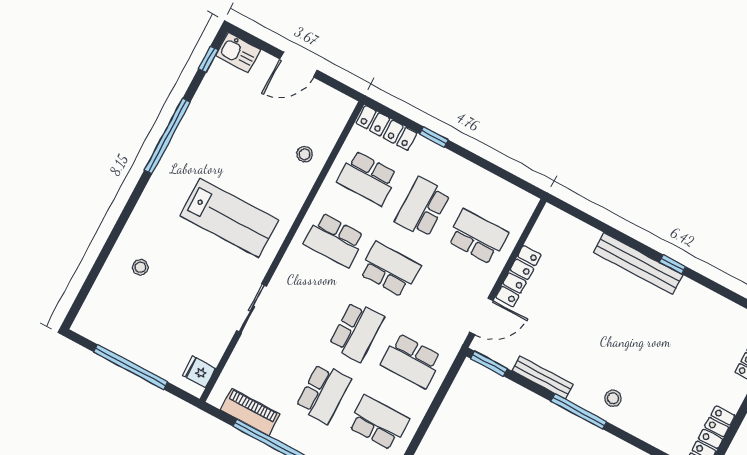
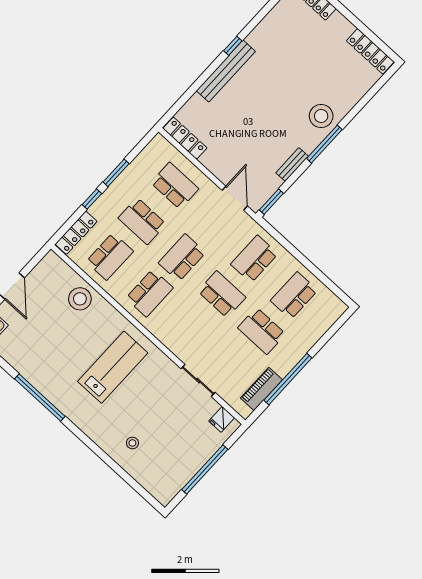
stool: (305, 154) -> (80, 299), width x1.89, depth x1.89
window: (475, 159) -> (116, 173), added
school desk: (478, 237) -> (175, 186), turned 90
locker: (518, 276) -> (185, 138), moved
sliding door: (251, 308) -> (198, 381), moved
school desk: (411, 361) -> (254, 259), turned 180
bench: (542, 378) -> (292, 165), width x0.73
school desk: (323, 393) -> (262, 331), turned 180
stool: (613, 398) -> (321, 116), width x1.89, depth x1.89

